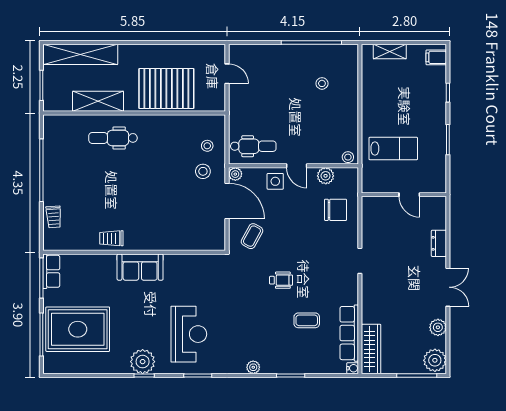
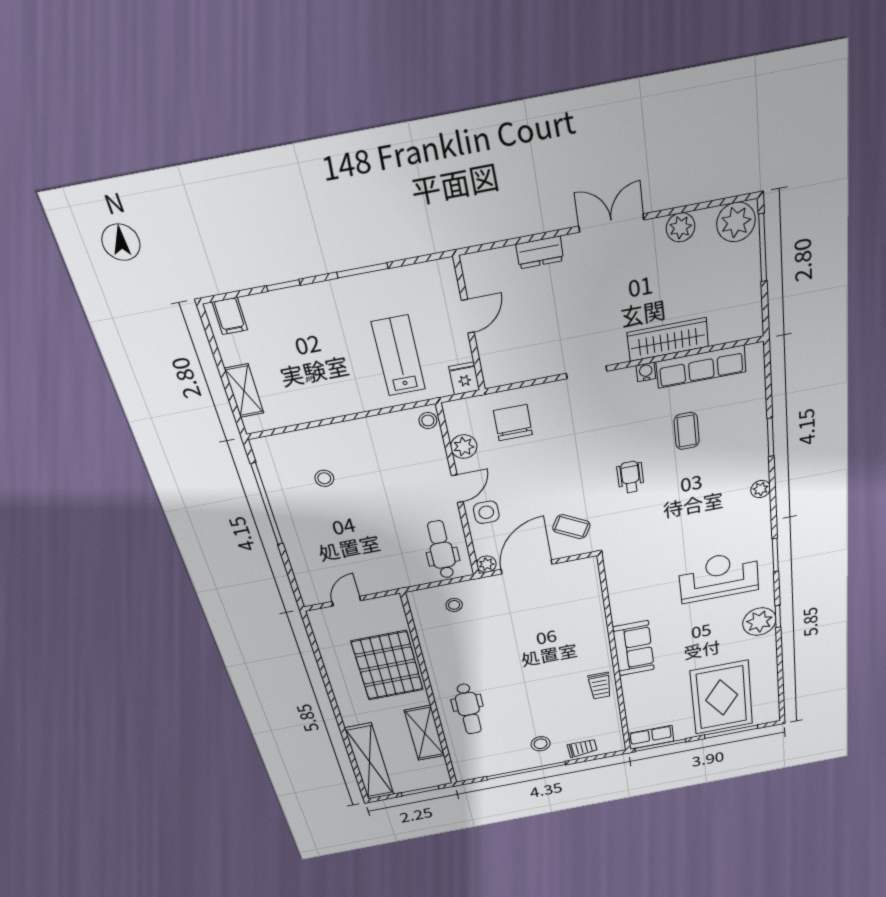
stool: (203, 171) -> (541, 744), moved
fridge: (371, 185) -> (464, 378), added
wardrobe: (371, 349) -> (668, 340), moved
water cooler: (353, 368) -> (646, 372), moved

